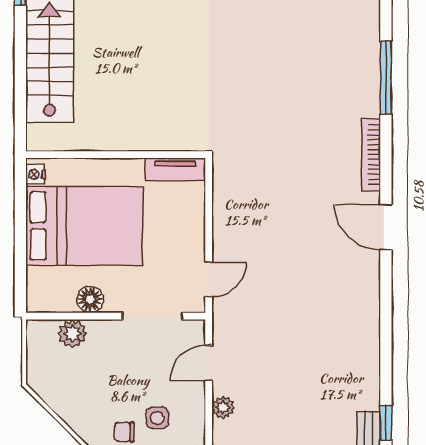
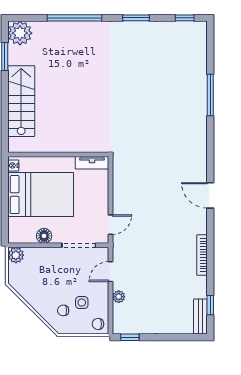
window: (386, 78) -> (210, 95), moved
bookcase: (371, 155) -> (202, 255), moved
plant: (72, 334) -> (16, 255), moved

